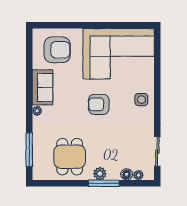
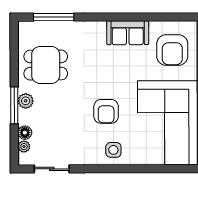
armchair: (99, 104) -> (106, 111), moved, turned 180
plant: (37, 111) -> (100, 26), removed

